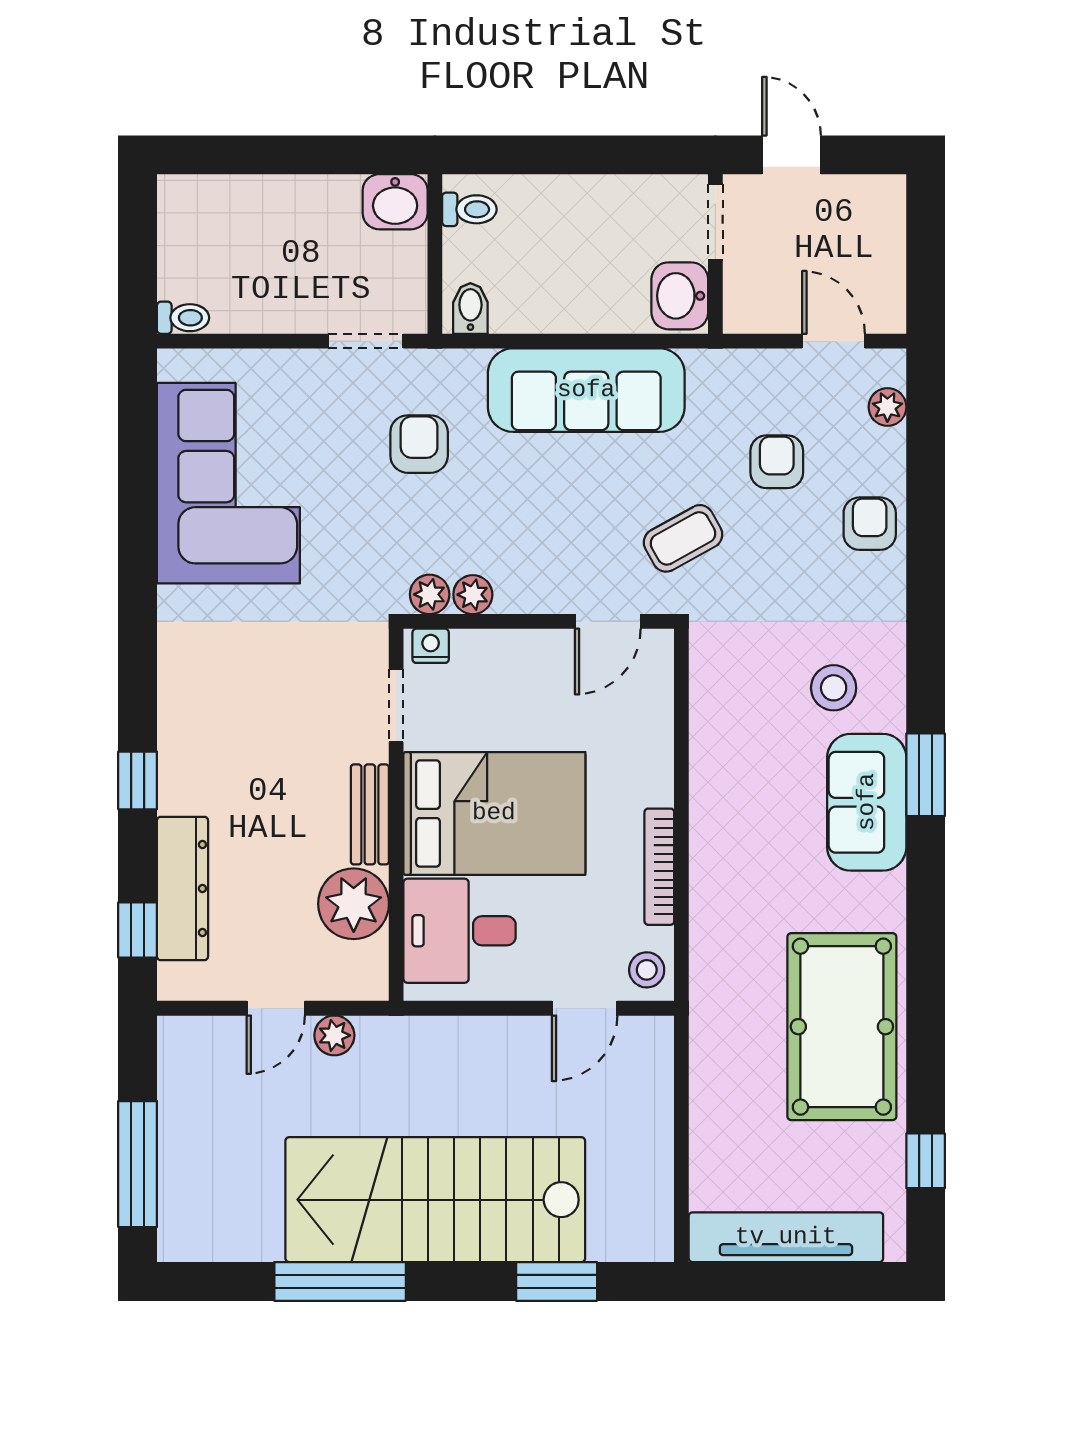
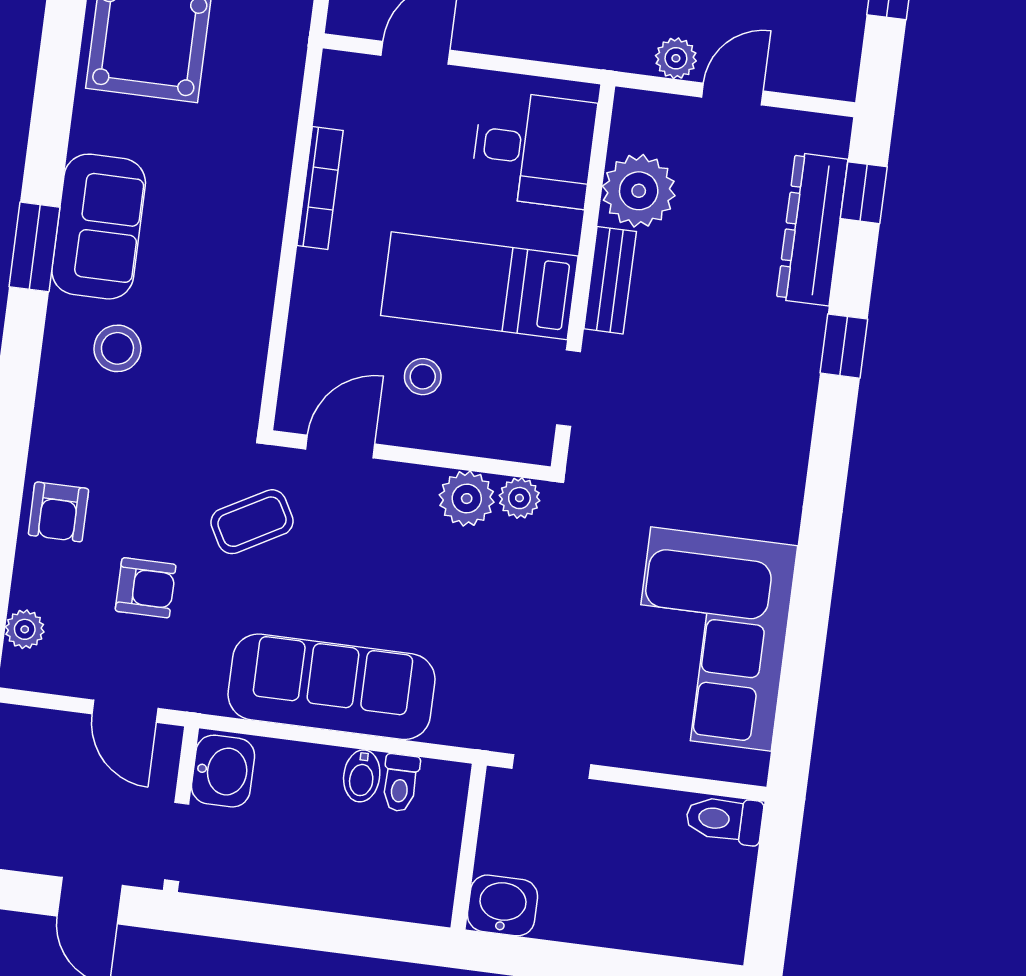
toilet: (469, 209) -> (400, 783), moved, turned -90
bidet: (470, 308) -> (362, 776), moved
toilet: (183, 318) -> (724, 820), width x1.37, depth x1.39
door: (834, 341) -> (125, 711), moved
armchair: (419, 444) -> (510, 654), removed
armchair: (777, 462) -> (146, 588), turned -90
plant: (473, 595) -> (467, 499), width x1.38, depth x1.38
nightstand: (431, 646) -> (525, 445), removed
bed: (494, 813) -> (479, 286), width x0.67
stool: (647, 970) -> (423, 377), moved

